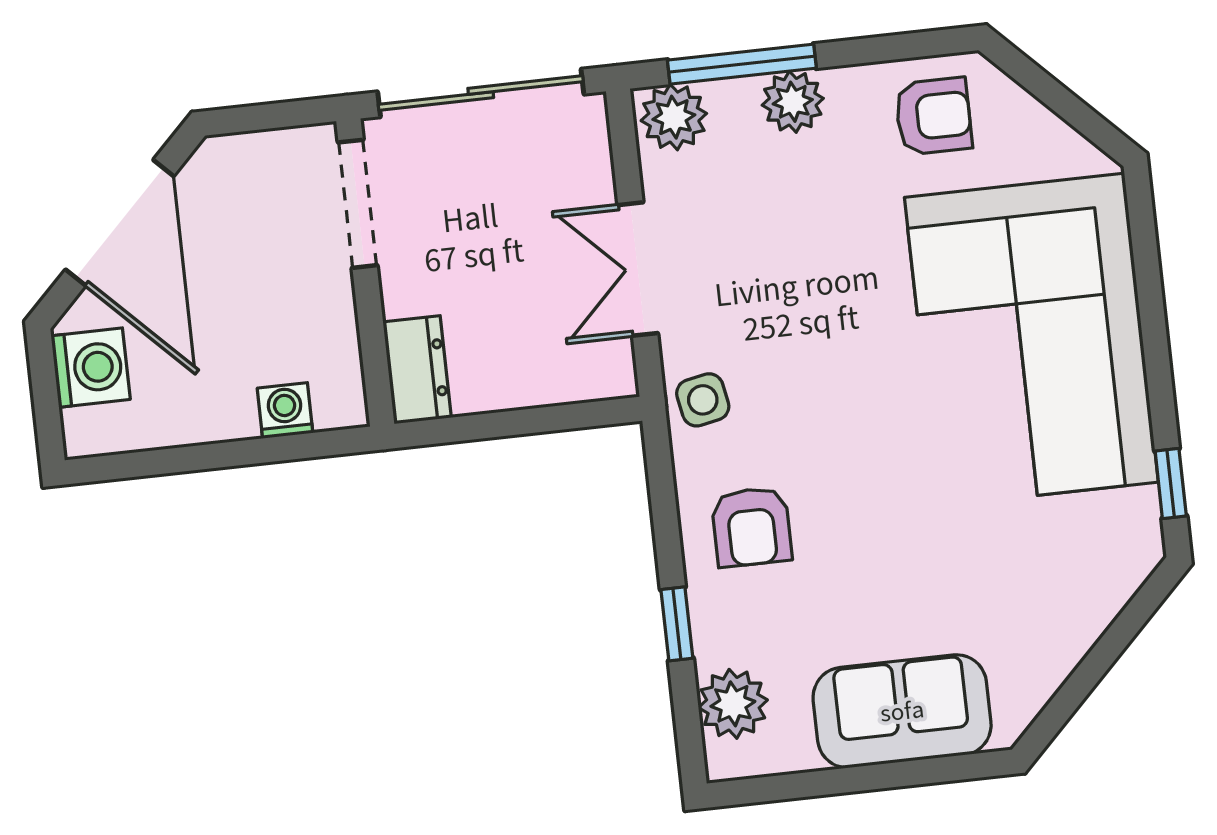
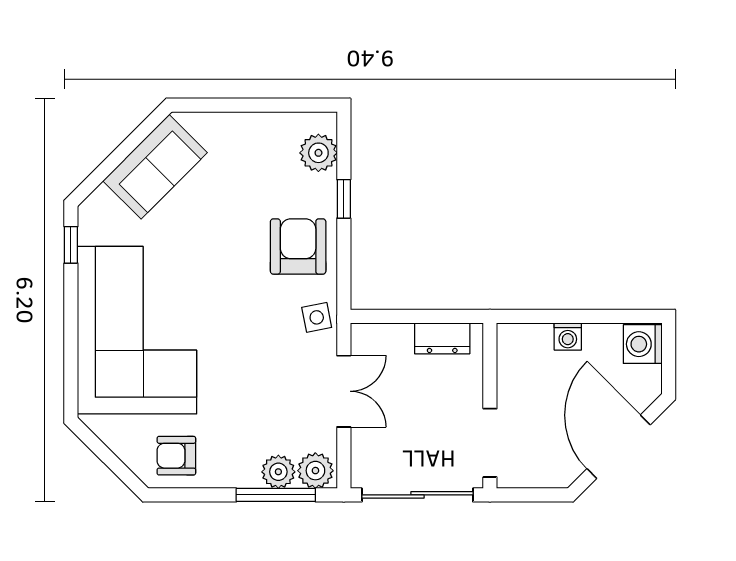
plant: (793, 102) -> (278, 472), moved
washing machine: (91, 368) -> (643, 344), moved
dresser: (417, 370) -> (442, 338), moved, turned -90
washing machine: (285, 410) -> (568, 336), moved
armchair: (751, 527) -> (298, 246), width x1.38, depth x1.38
sofa: (902, 711) -> (155, 167), moved, turned -45

